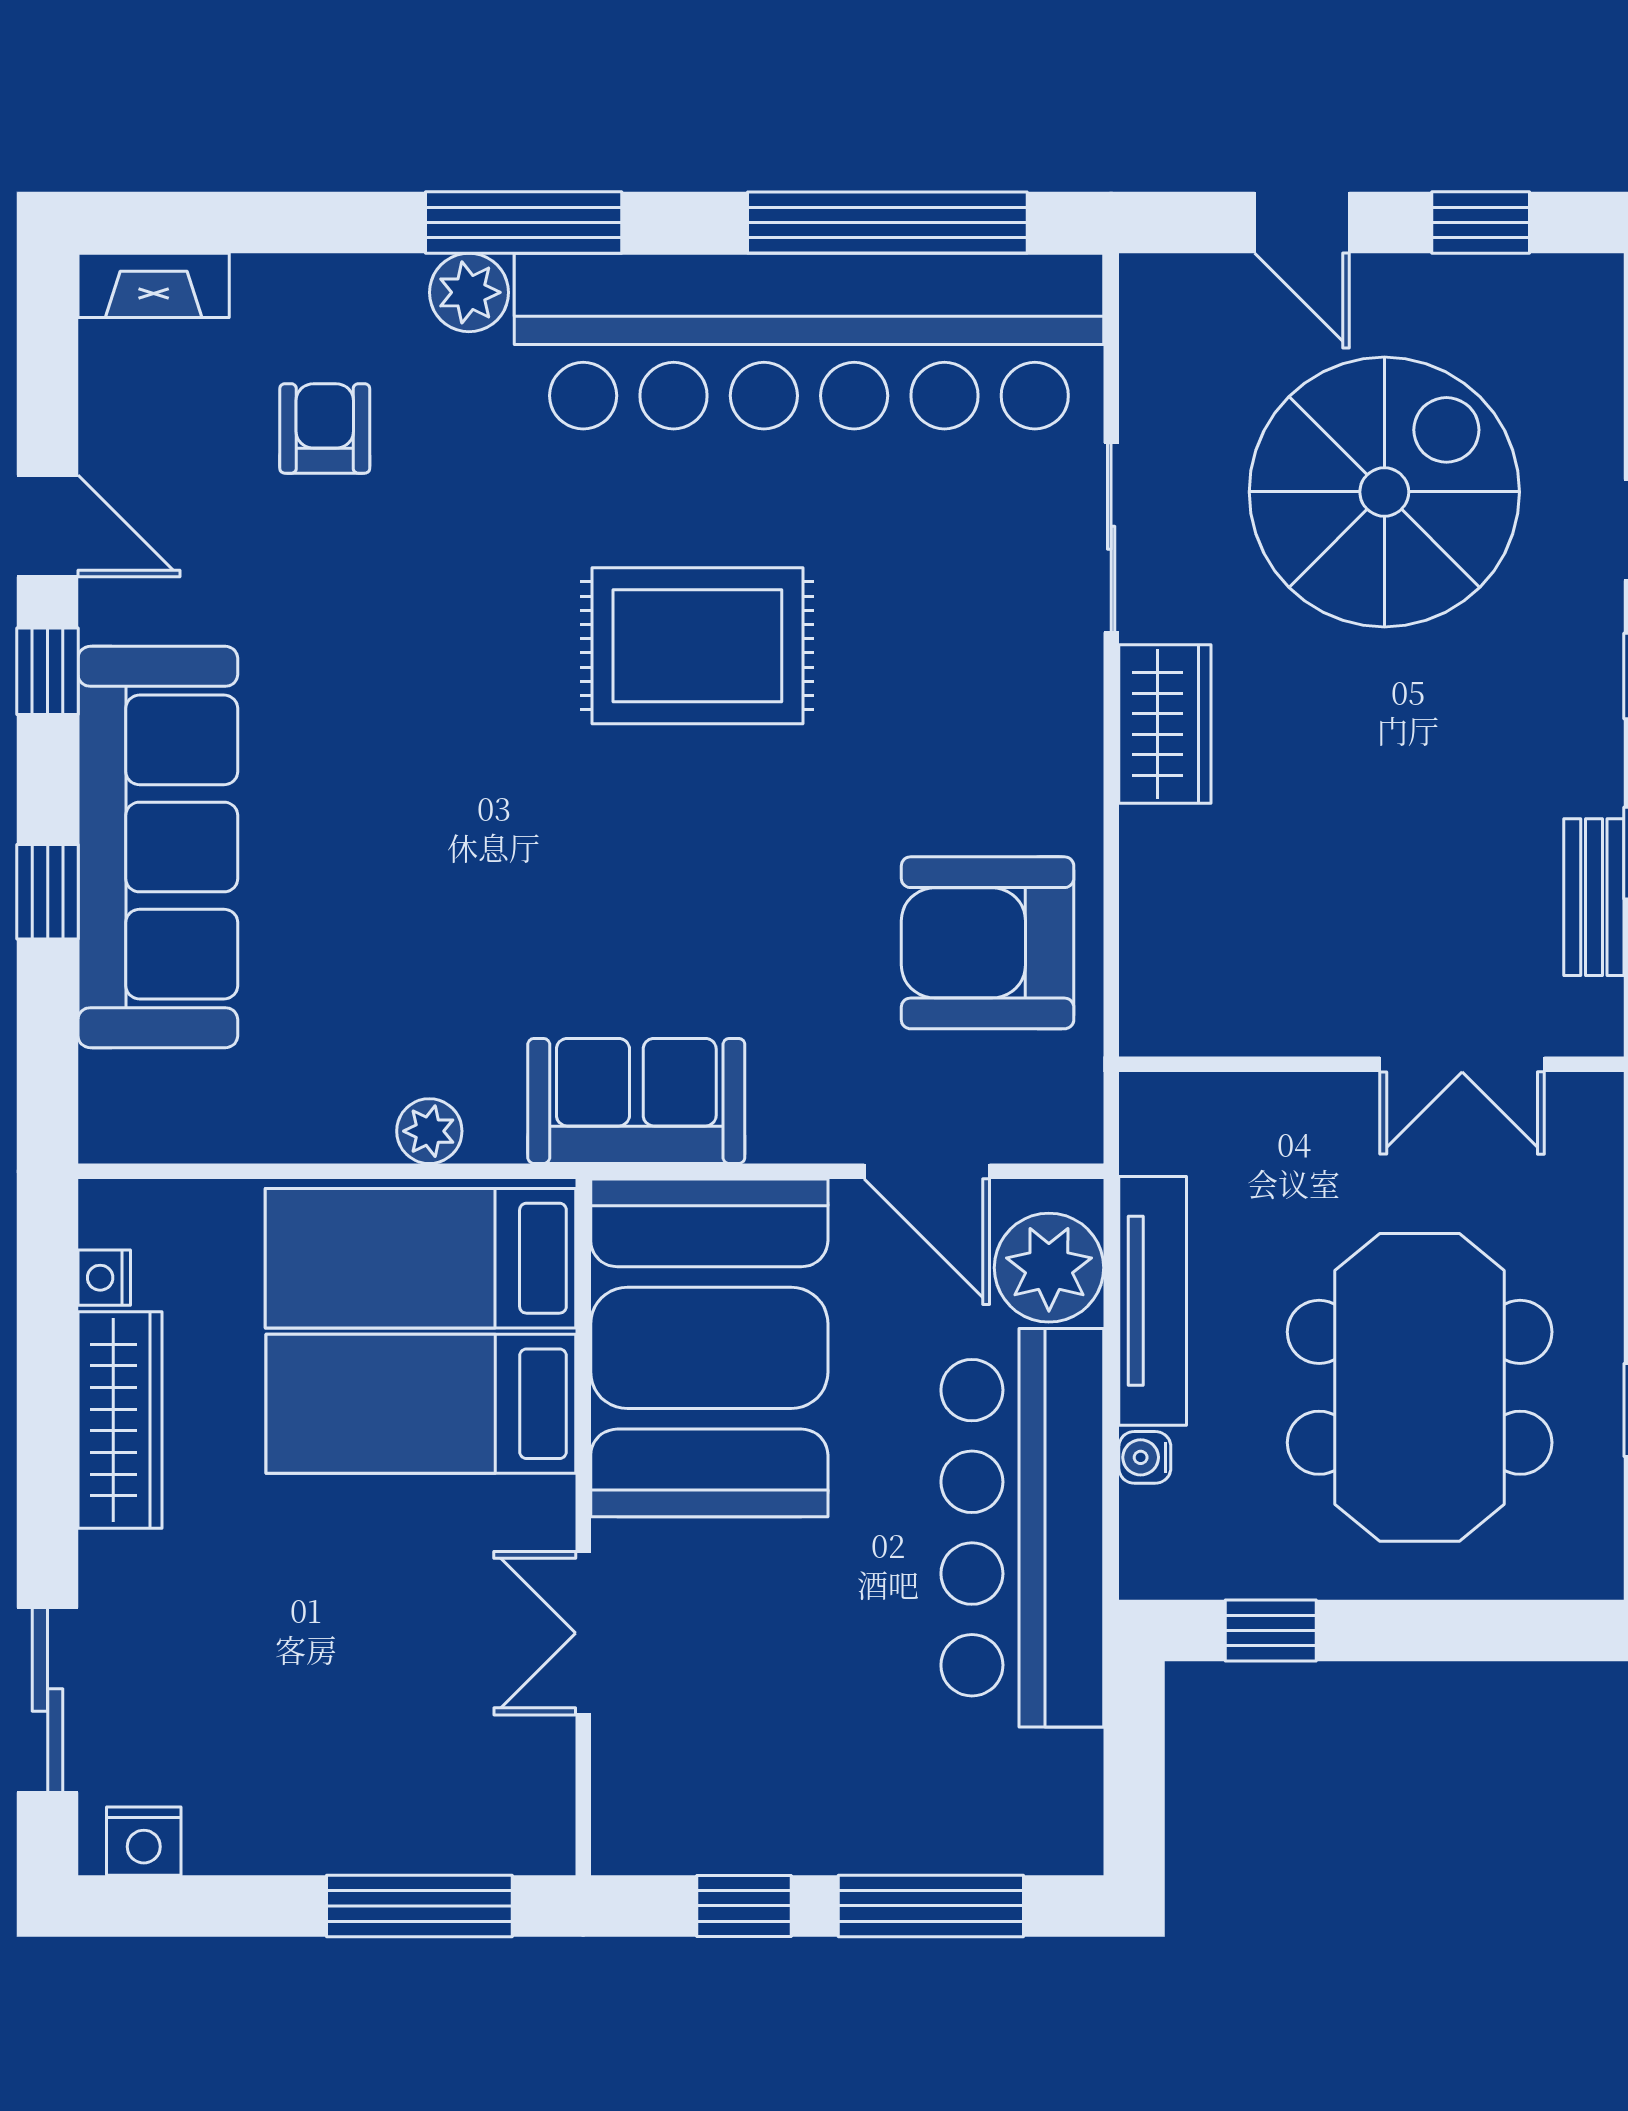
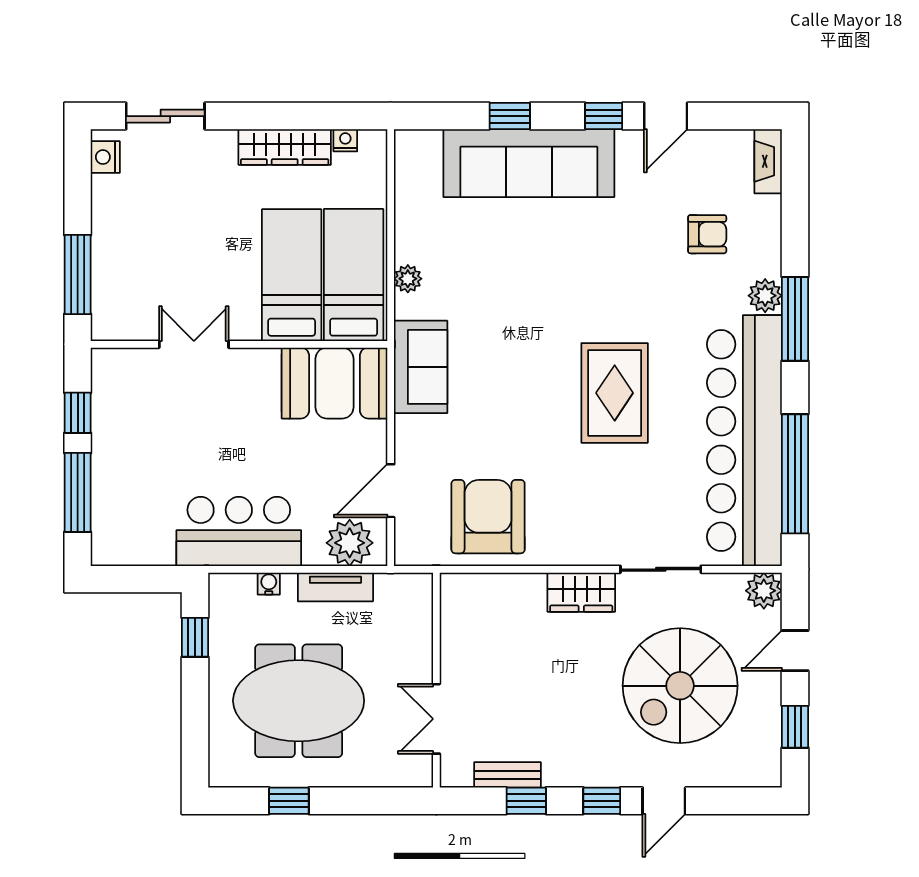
plant: (1161, 296) -> (764, 591), added
spiral stairs: (1384, 492) -> (680, 686), turned 90
tv unit: (1153, 1301) -> (335, 587), width x0.71
booth: (709, 1348) -> (335, 383), width x0.73, depth x0.70
bar counter: (1022, 1528) -> (239, 531), width x0.73

